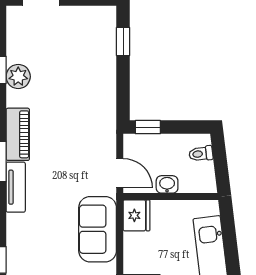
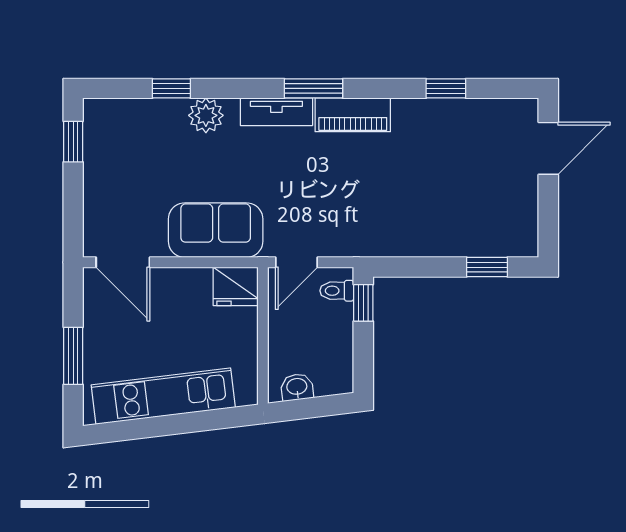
plant: (18, 77) -> (206, 115), moved
toilet: (201, 154) -> (337, 291), moved, turned -83
washbasin: (167, 184) -> (297, 387), moved, turned -97

